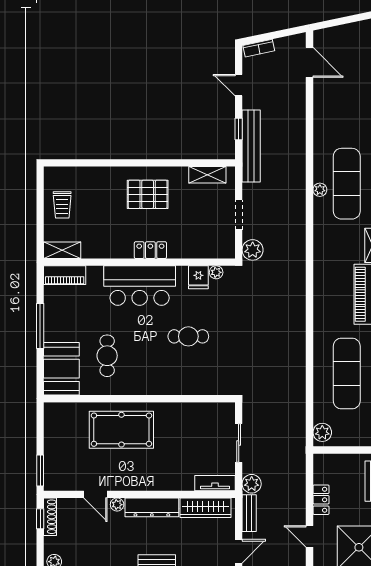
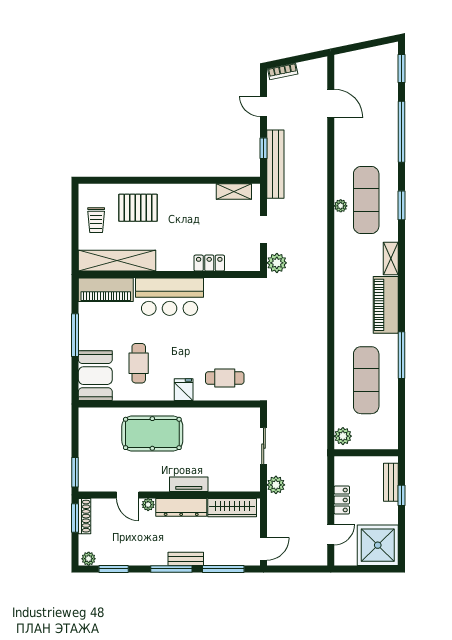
door: (310, 62) -> (331, 103), moved
pallet: (148, 194) -> (138, 208), moved
shelving: (62, 250) -> (117, 261), width x2.20, depth x1.33
locker: (150, 250) -> (209, 263), moved
plant: (216, 272) -> (242, 284), removed
piano: (65, 275) -> (106, 290), width x1.37, depth x1.33
fridge: (198, 277) -> (184, 390), moved, turned 180
cafe table: (188, 336) -> (225, 378), moved
tv unit: (215, 483) -> (189, 484), moved
bench: (249, 513) -> (274, 513), removed
window: (40, 519) -> (75, 518), width x1.50
door: (310, 536) -> (331, 535), swing flipped

